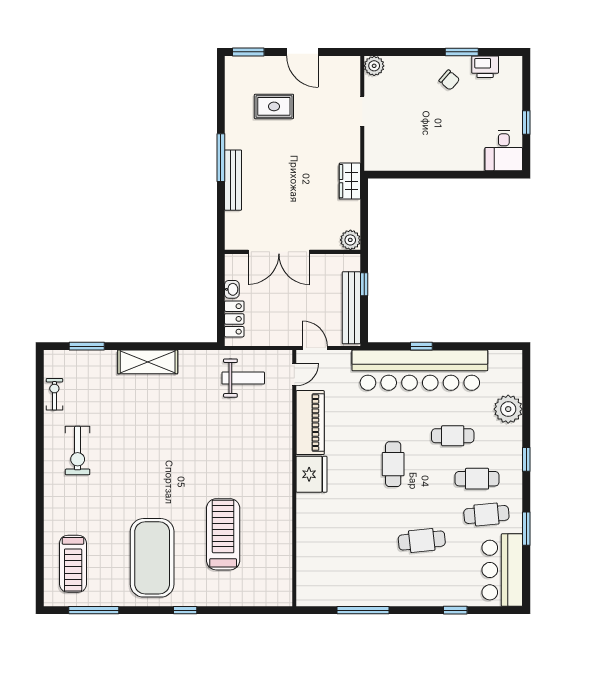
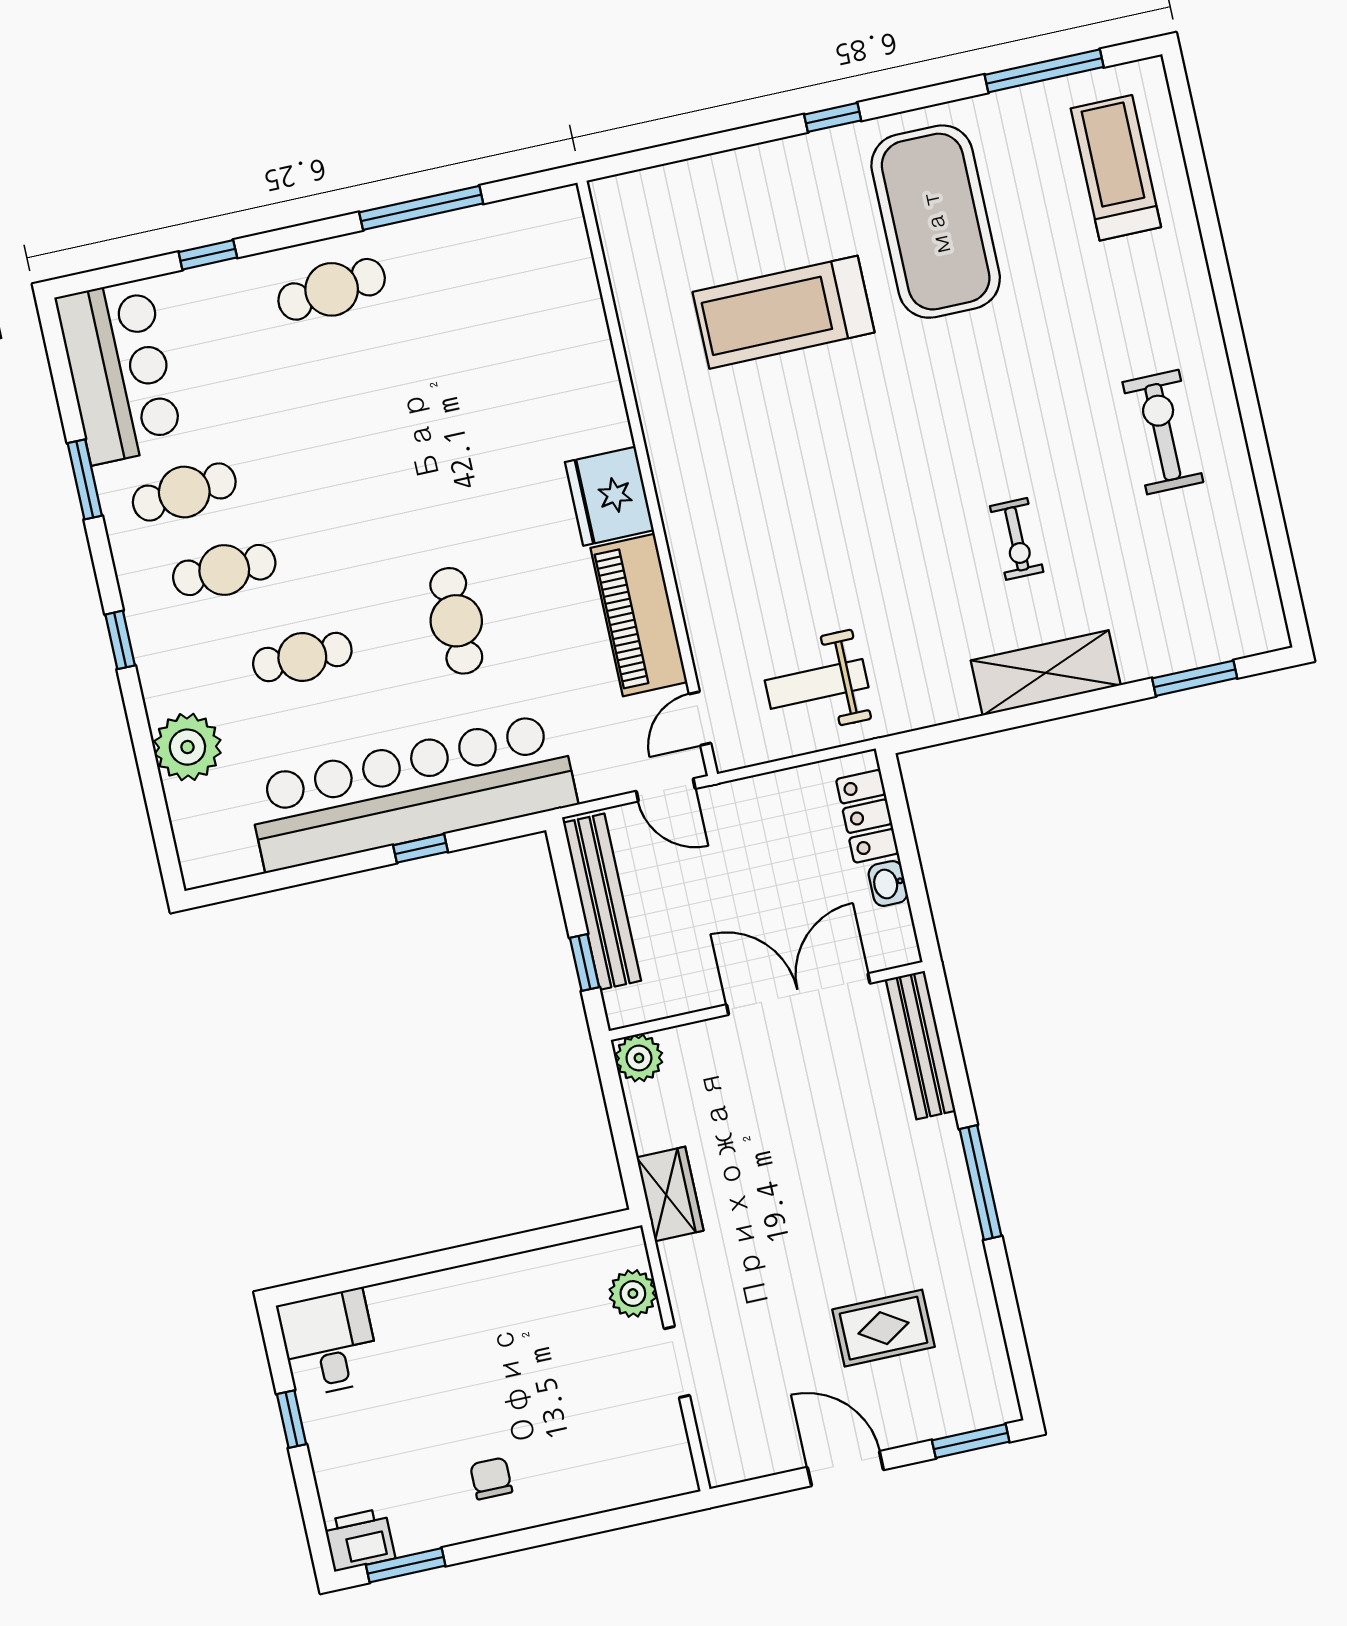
window: (462, 52) -> (406, 1565), moved
plant: (374, 66) -> (633, 1294), moved
printer: (485, 67) -> (359, 1540), moved
chair: (449, 80) -> (491, 1478), turned 49
bench: (233, 180) -> (921, 1045), moved
exercise bike: (54, 394) -> (1017, 539), moved
cafe table: (393, 464) -> (456, 621), moved
treadmill: (223, 534) -> (783, 312), turned 90
cafe table: (422, 541) -> (332, 289), moved

